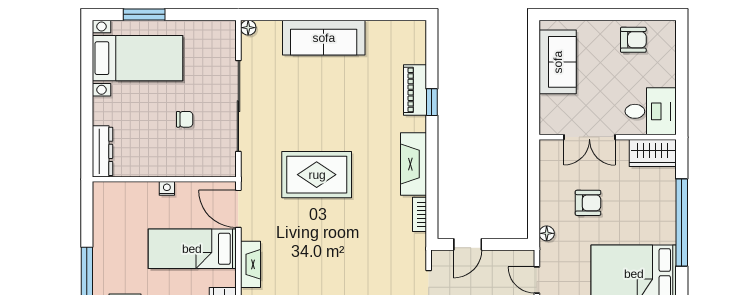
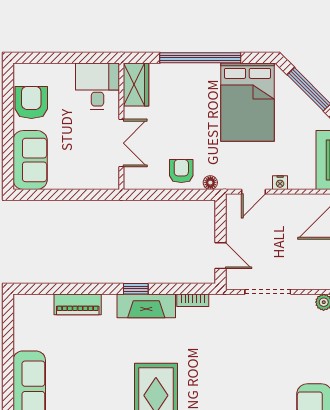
armchair: (633, 40) -> (31, 102), width x1.38, depth x1.38
sofa: (558, 62) -> (30, 160), moved, turned 90
window: (432, 102) -> (136, 289), moved
armchair: (588, 203) -> (181, 171), moved

